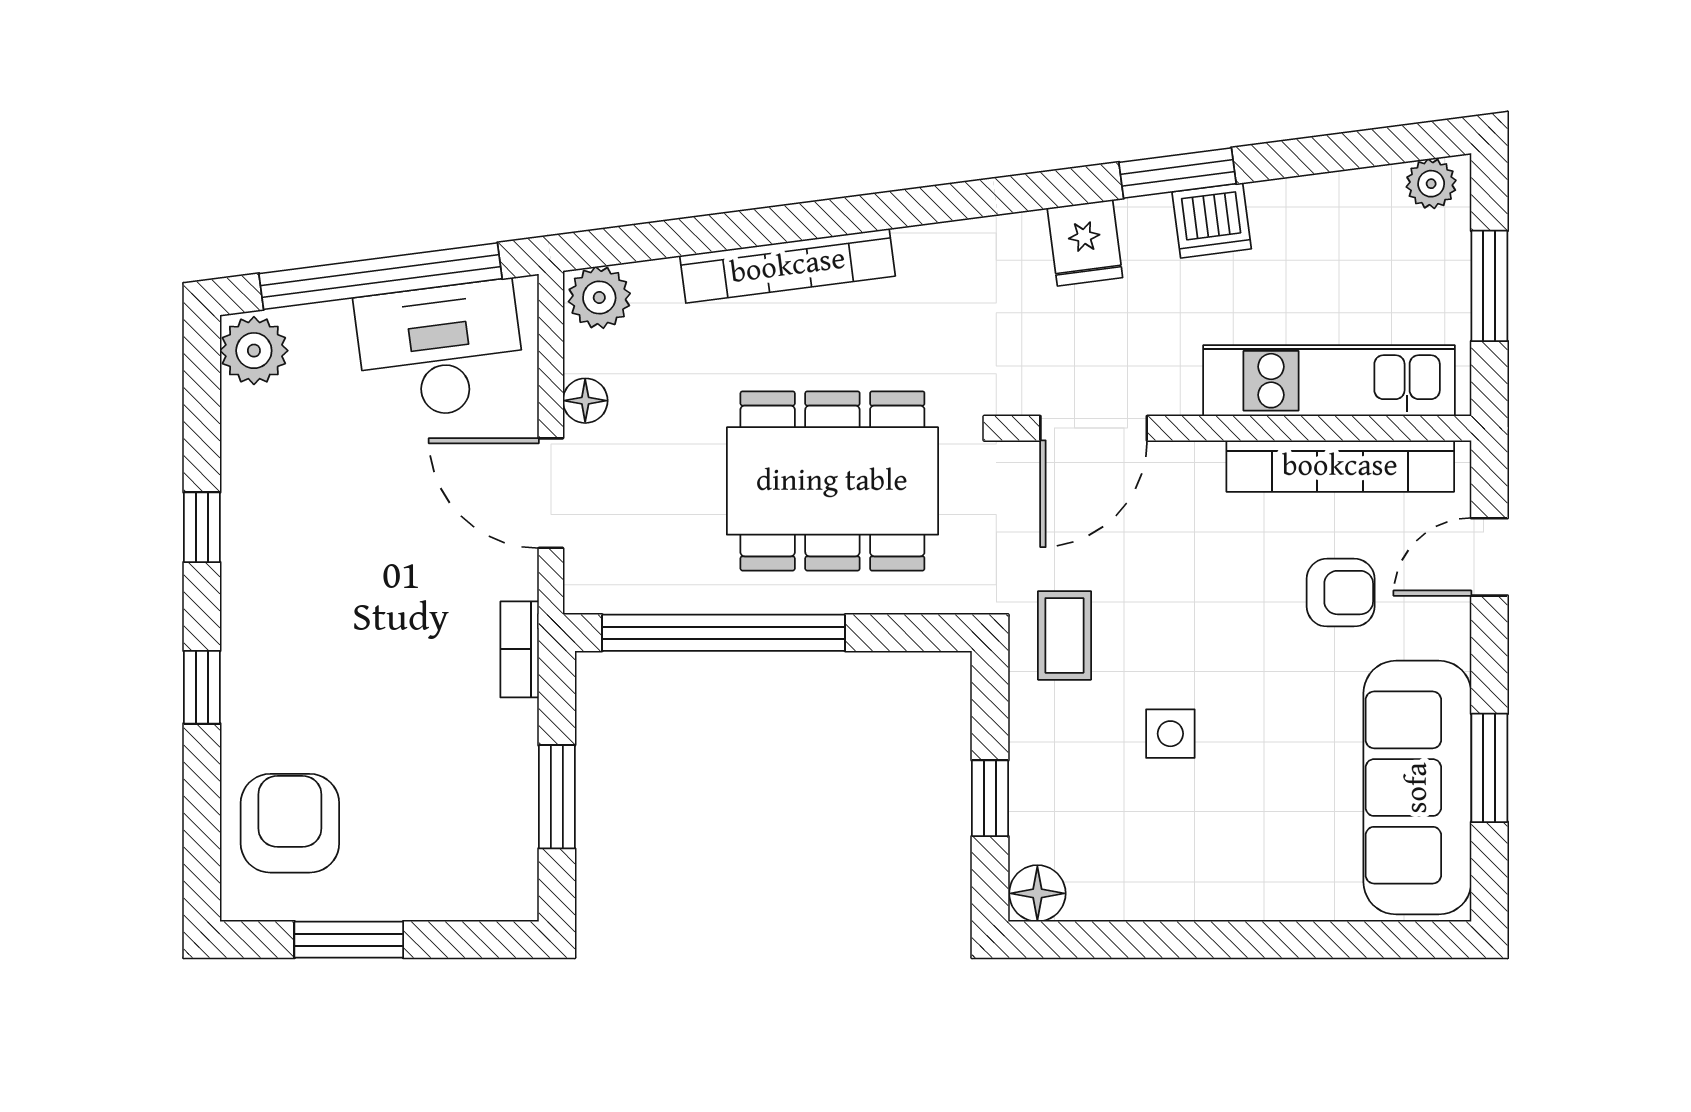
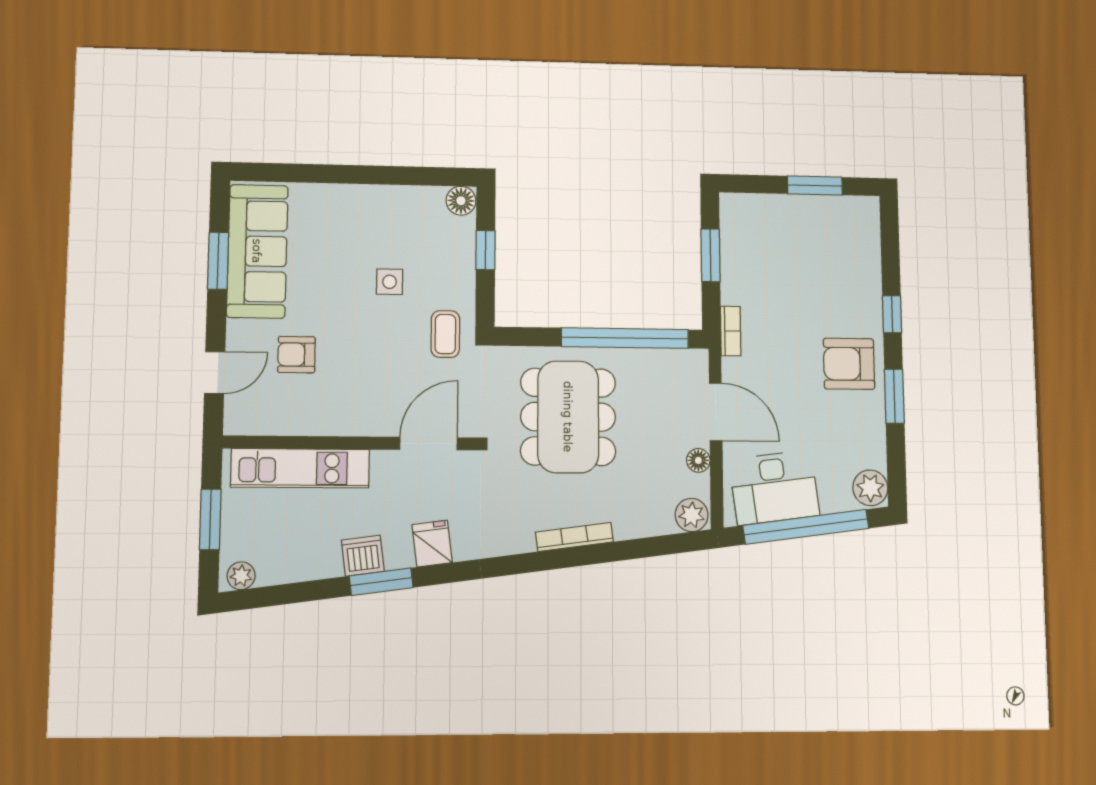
bookcase: (788, 266) -> (574, 537), width x0.68, depth x0.76
bookcase: (1340, 466) -> (295, 422), removed
dining table: (832, 481) -> (568, 417), turned 90
window: (202, 527) -> (894, 396), width x1.50
armchair: (290, 823) -> (849, 364), moved, turned 90

